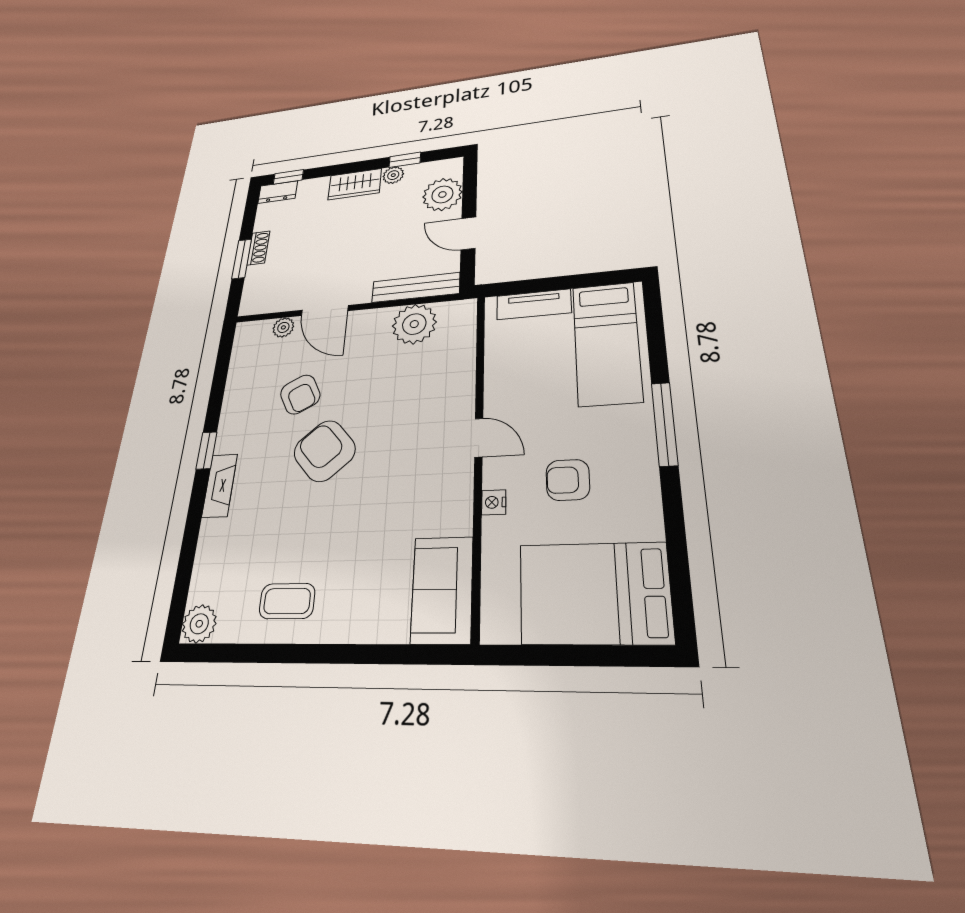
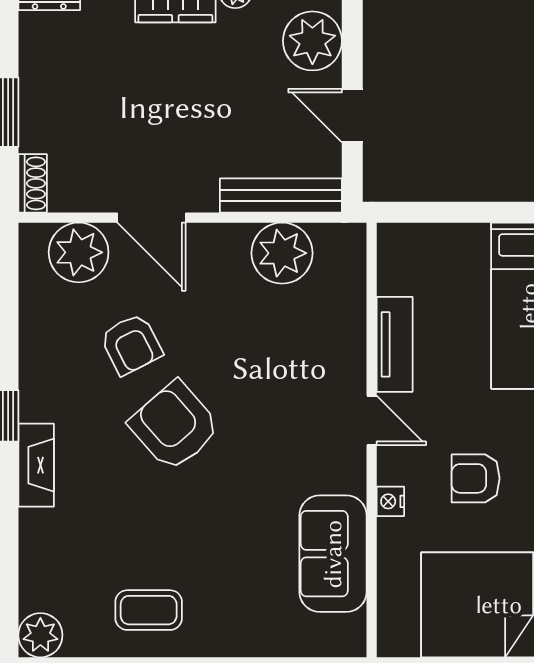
shoe rack: (258, 248) -> (33, 183), moved
tv unit: (534, 304) -> (395, 344), moved, turned -90
plant: (283, 327) -> (79, 252), width x1.88, depth x1.88
sofa: (442, 589) -> (333, 554), moved

